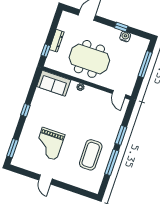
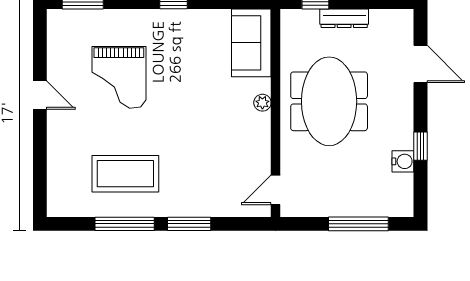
grand piano: (49, 144) -> (119, 77), turned -90
door: (45, 180) -> (40, 95), swing flipped

